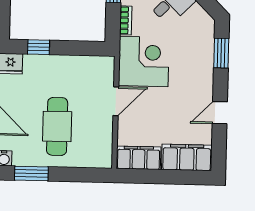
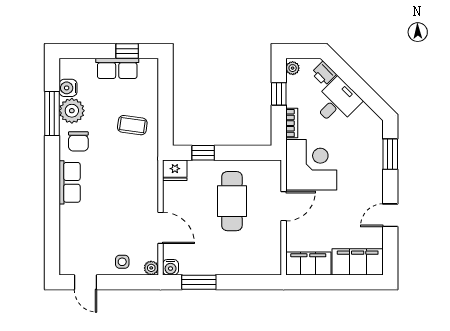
cafe table: (57, 126) -> (232, 201), moved

